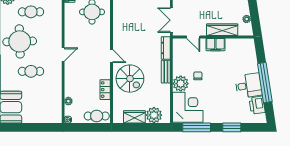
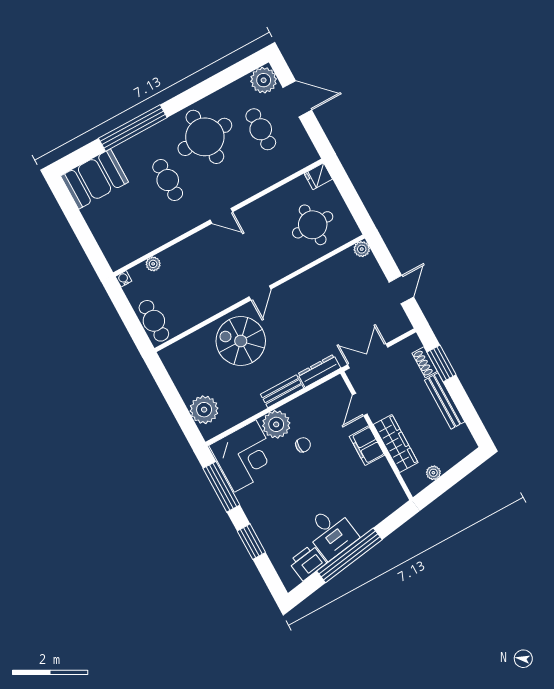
spiral stairs: (130, 79) -> (241, 341), turned 90
locker: (105, 90) -> (202, 312), removed
wardrobe: (134, 117) -> (185, 380), removed

